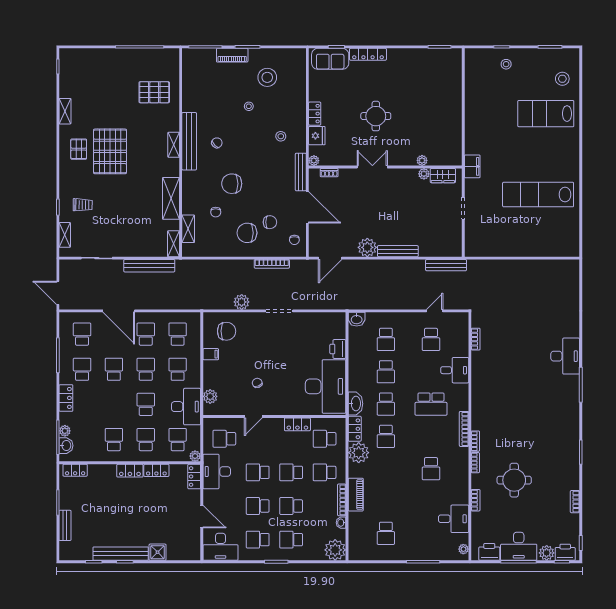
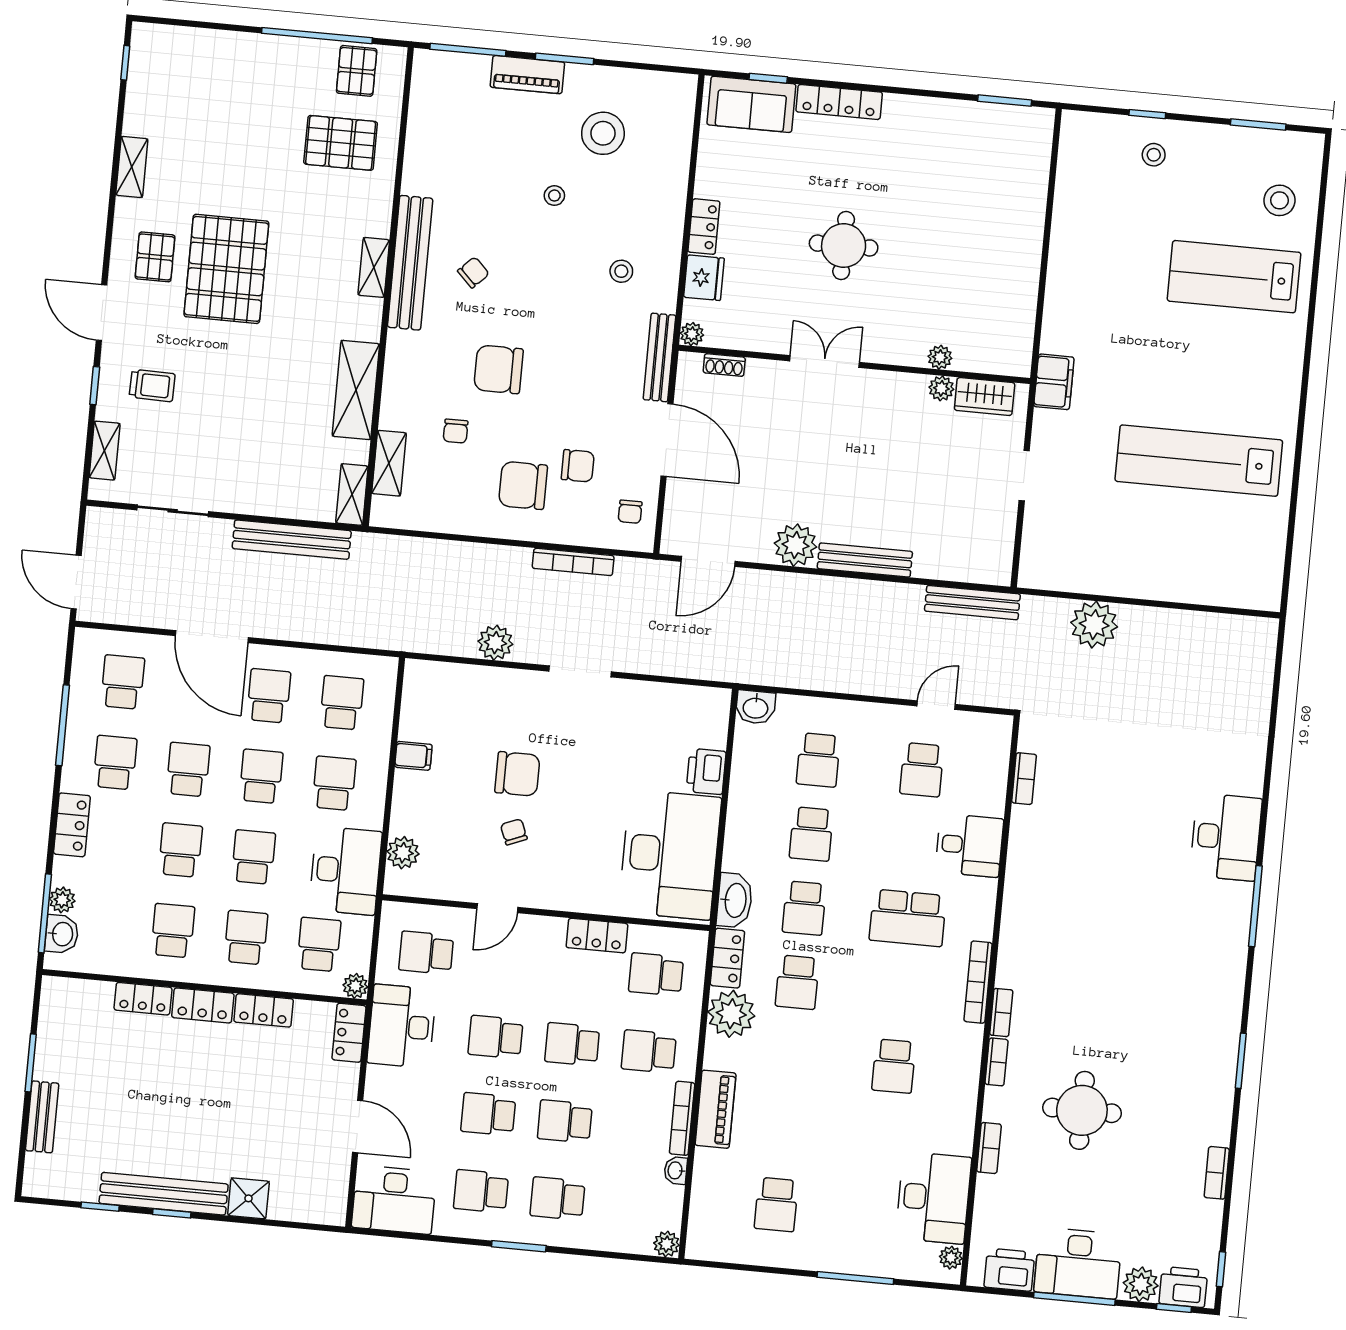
pallet: (158, 60) -> (357, 71), added
door: (58, 175) -> (102, 313), added
plant: (500, 270) -> (1094, 625), added
chair: (227, 331) -> (517, 774), moved
school desk: (114, 404) -> (180, 850), added
locker: (75, 470) -> (143, 999), moved
desk: (454, 519) -> (933, 1198), width x1.37
plant: (335, 550) -> (667, 1244), width x0.53, depth x0.53

